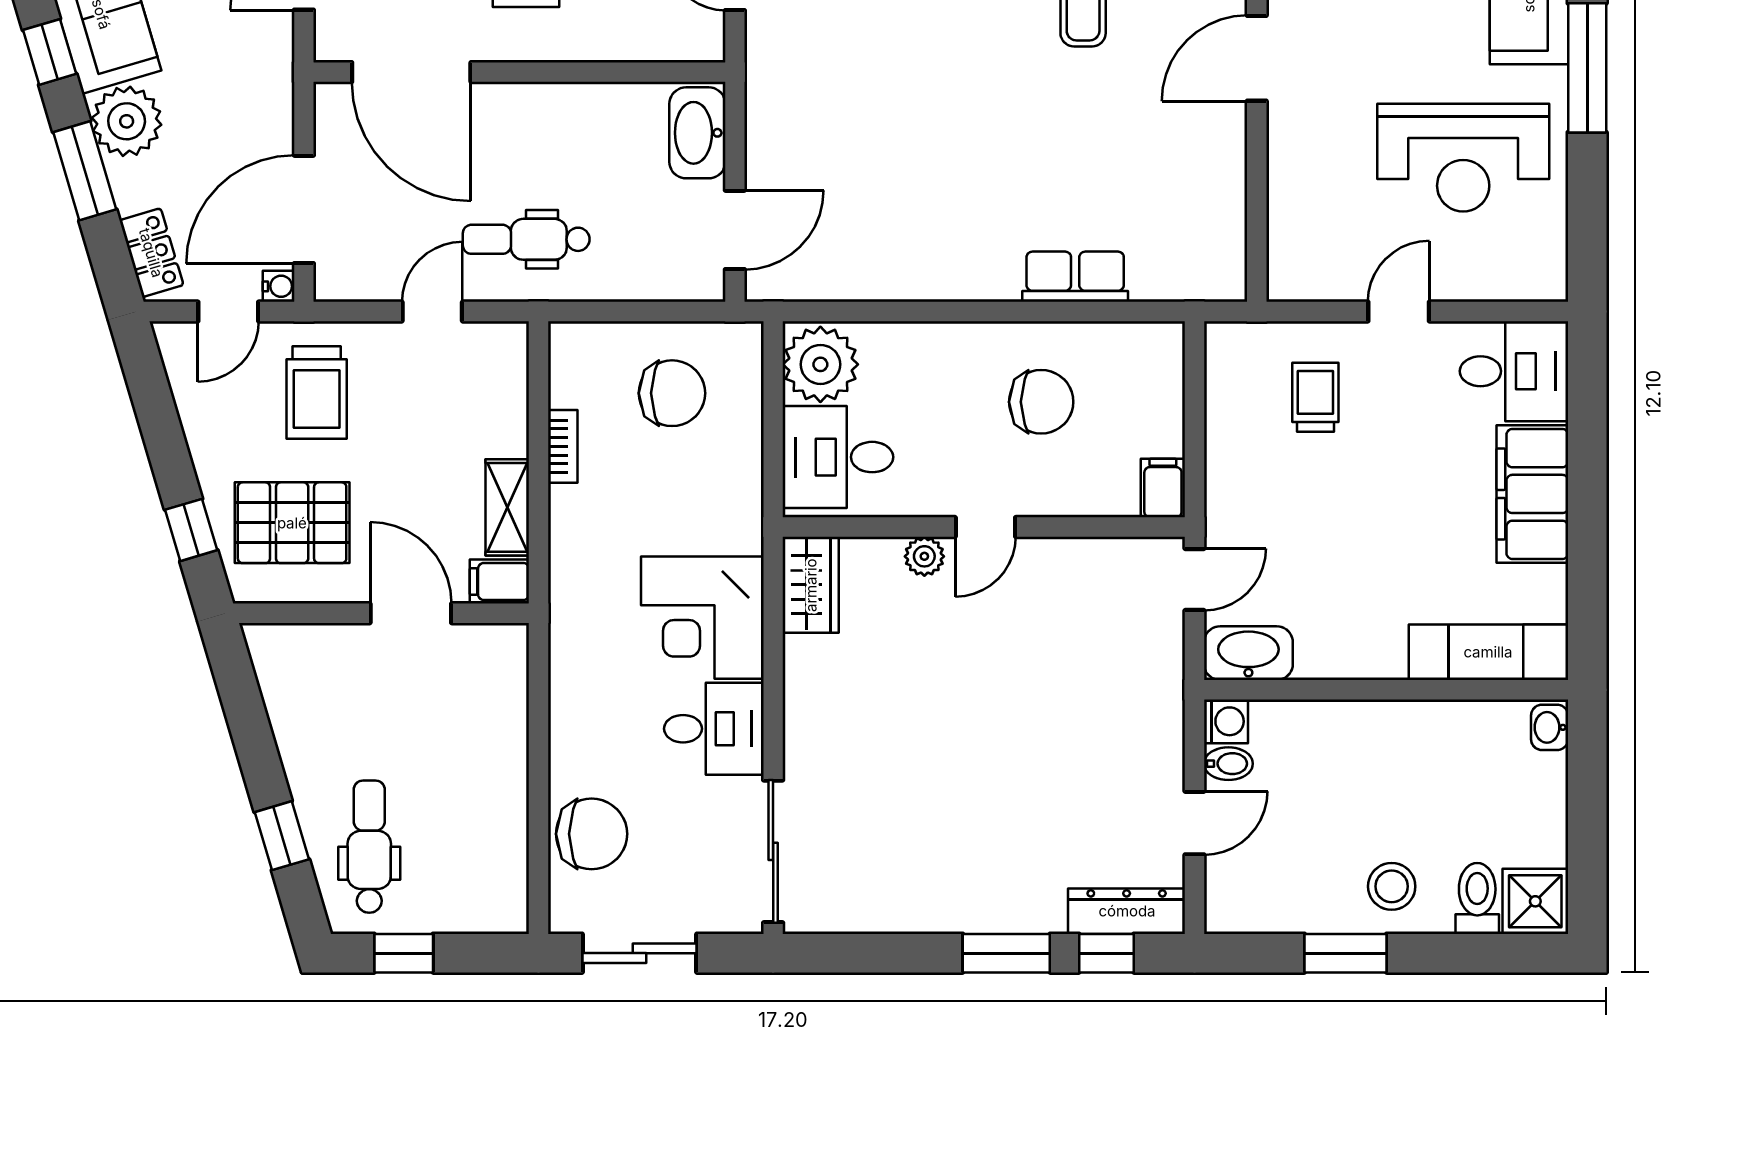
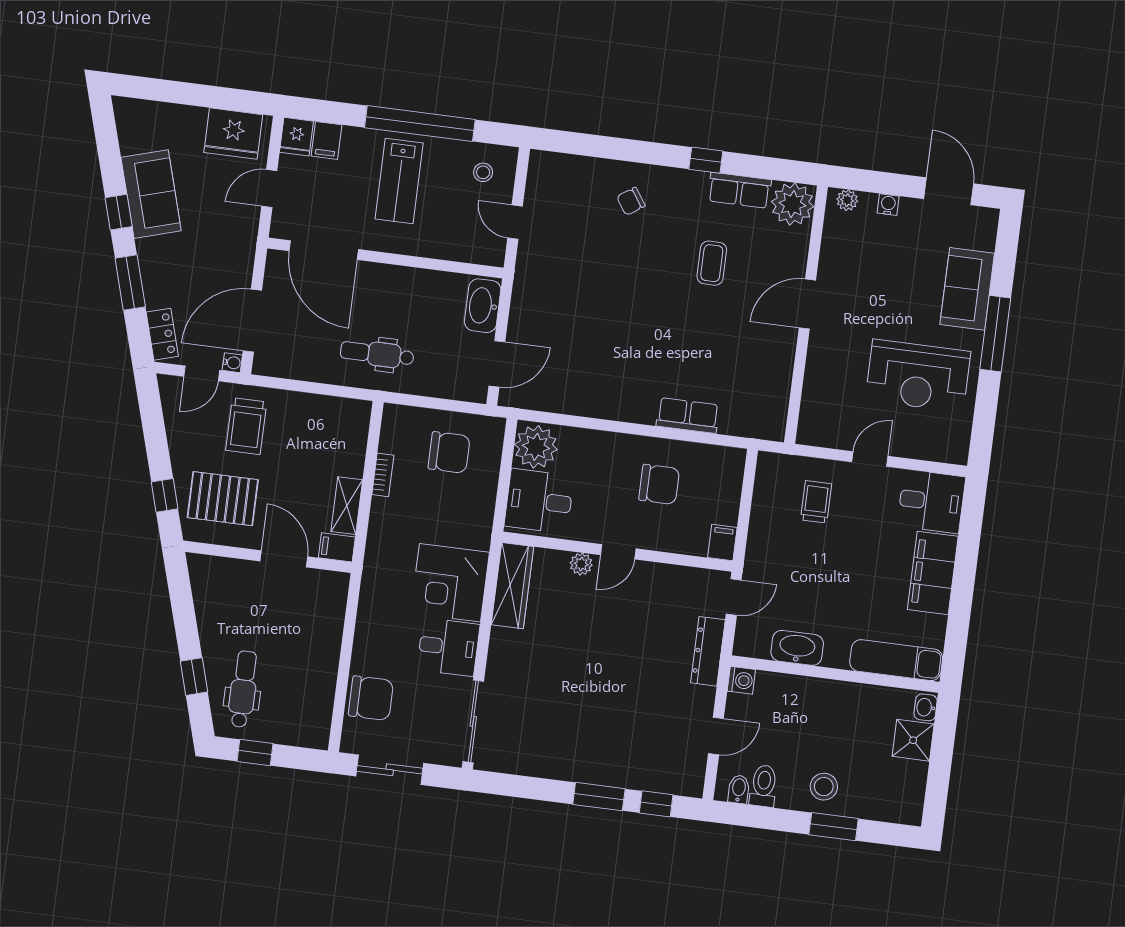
plant: (127, 121) -> (158, 257), removed
door: (432, 312) -> (318, 388), removed
wardrobe: (811, 585) -> (512, 586), width x1.50
washbasin: (1248, 653) -> (797, 648), moved
bidet: (1228, 764) -> (739, 789), moved, turned -90
toilet: (1477, 898) -> (764, 786), moved
shower: (1535, 901) -> (913, 740), moved
dresser: (1127, 911) -> (708, 651), moved, turned -90
window: (1345, 953) -> (834, 827), moved

